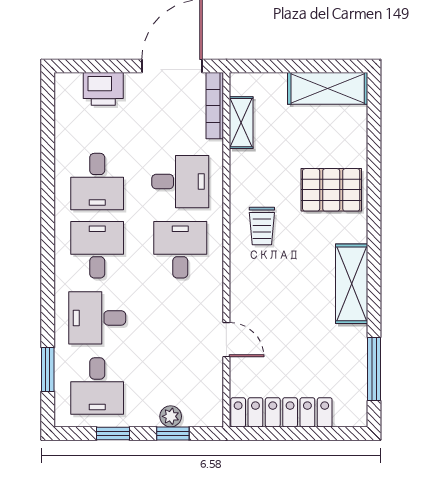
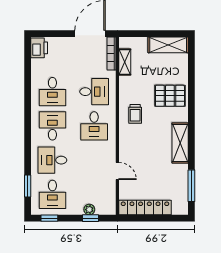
printer: (103, 89) -> (39, 48), moved, turned -90
desk: (180, 250) -> (94, 126), turned 180
window: (113, 433) -> (49, 218), moved

